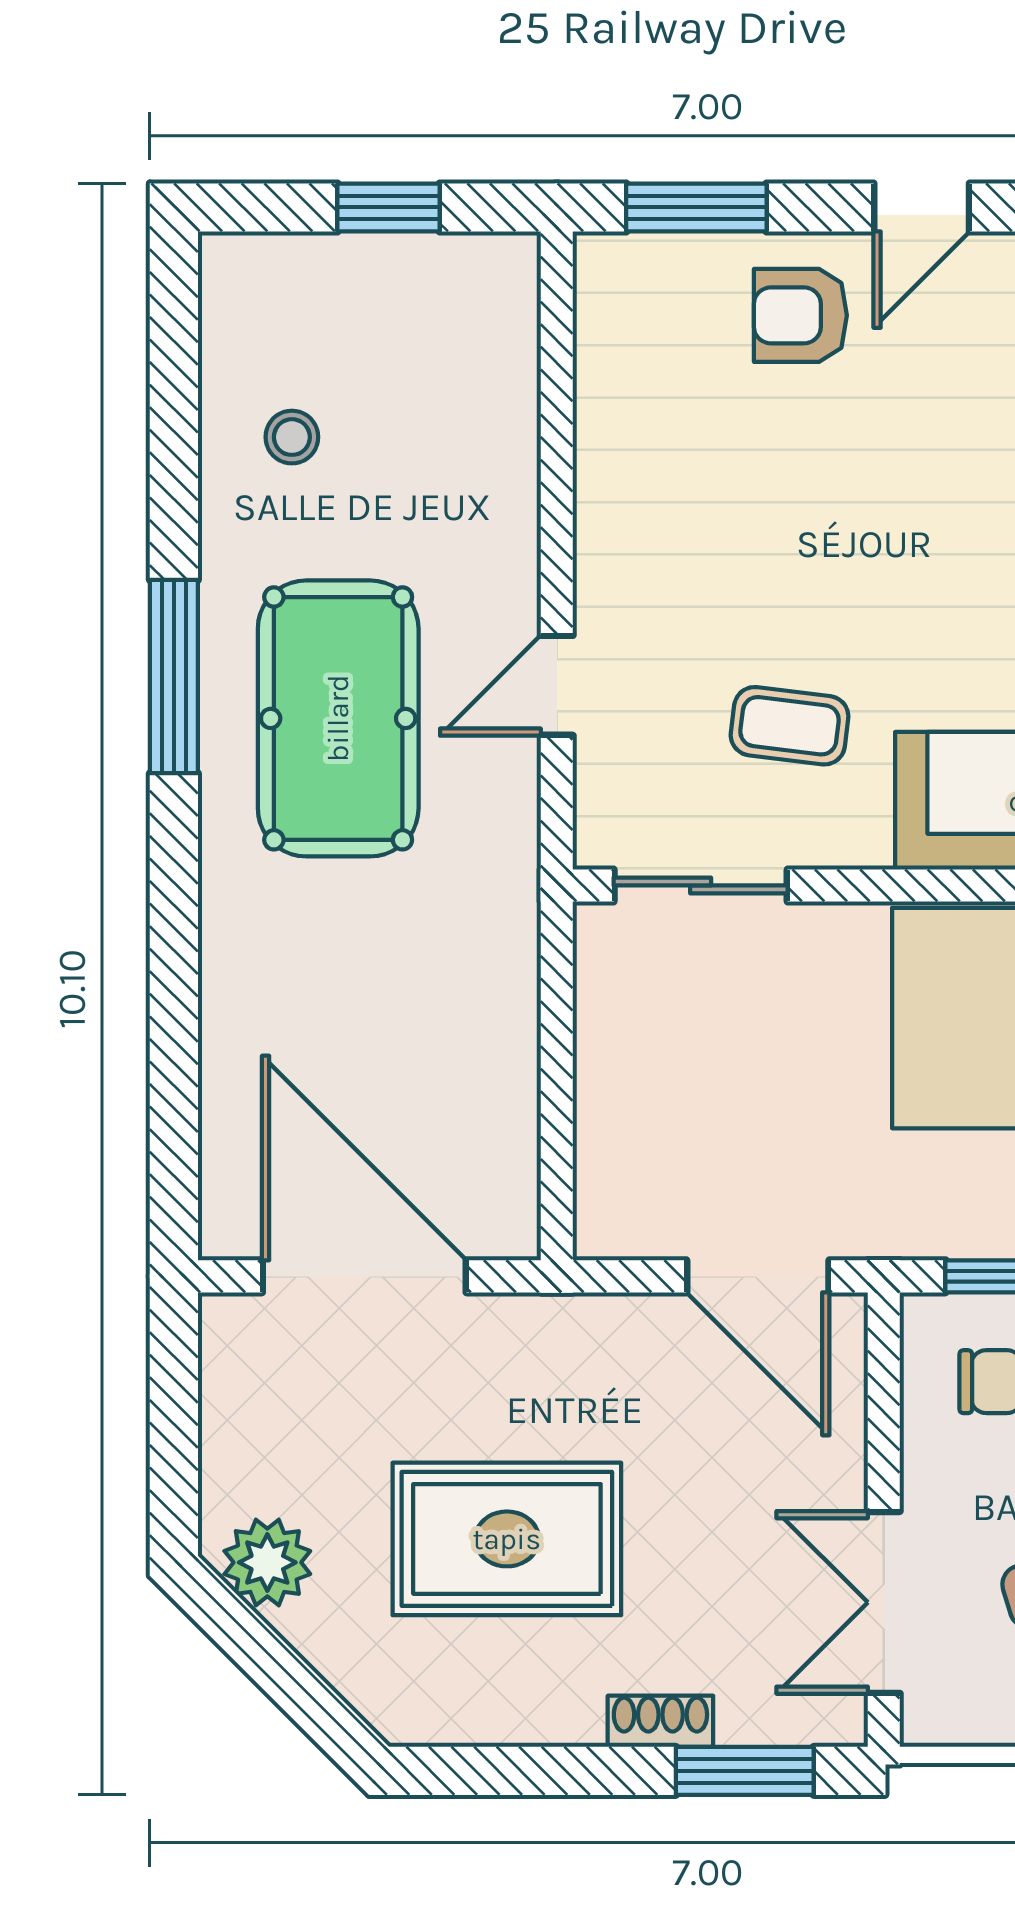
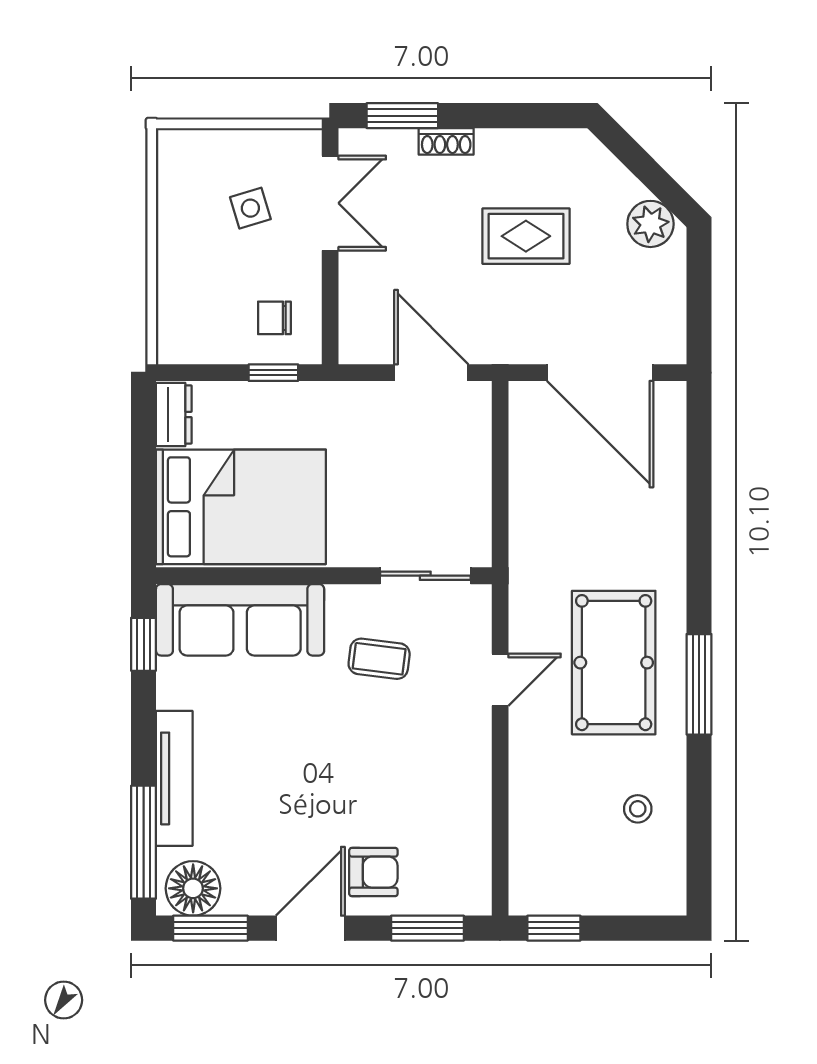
window: (389, 207) -> (554, 928), moved
door: (922, 207) -> (310, 928), width x1.37
door: (758, 1276) -> (431, 373), moved
rug: (507, 1539) -> (526, 236), width x0.73, depth x0.70

